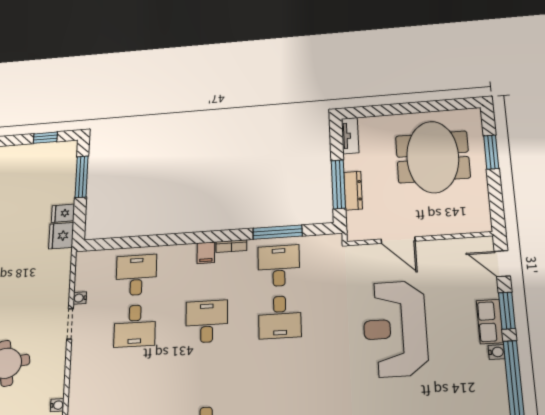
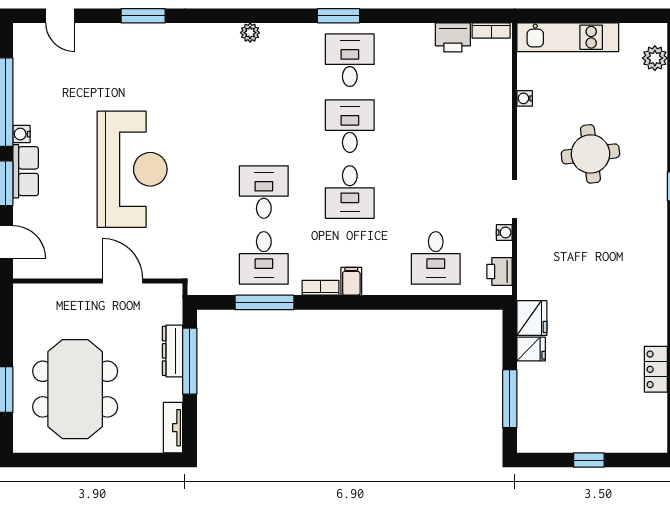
window: (45, 138) -> (589, 460), moved
printer: (85, 268) -> (500, 271), added
desk: (135, 326) -> (350, 126), moved

